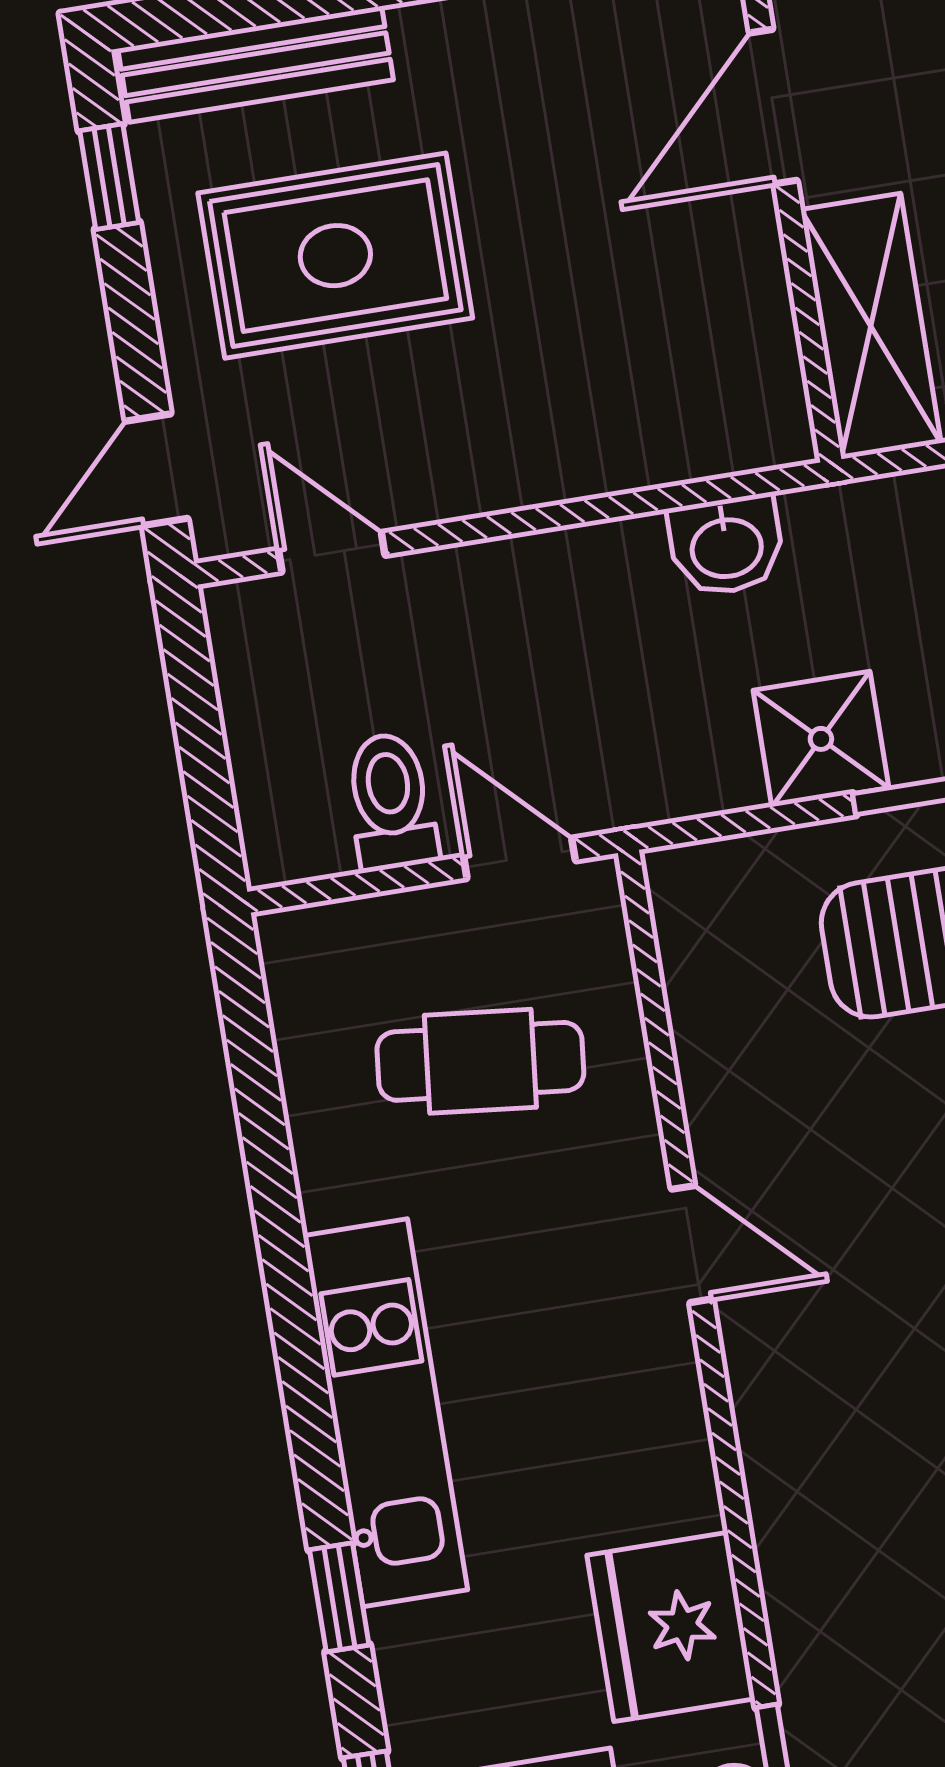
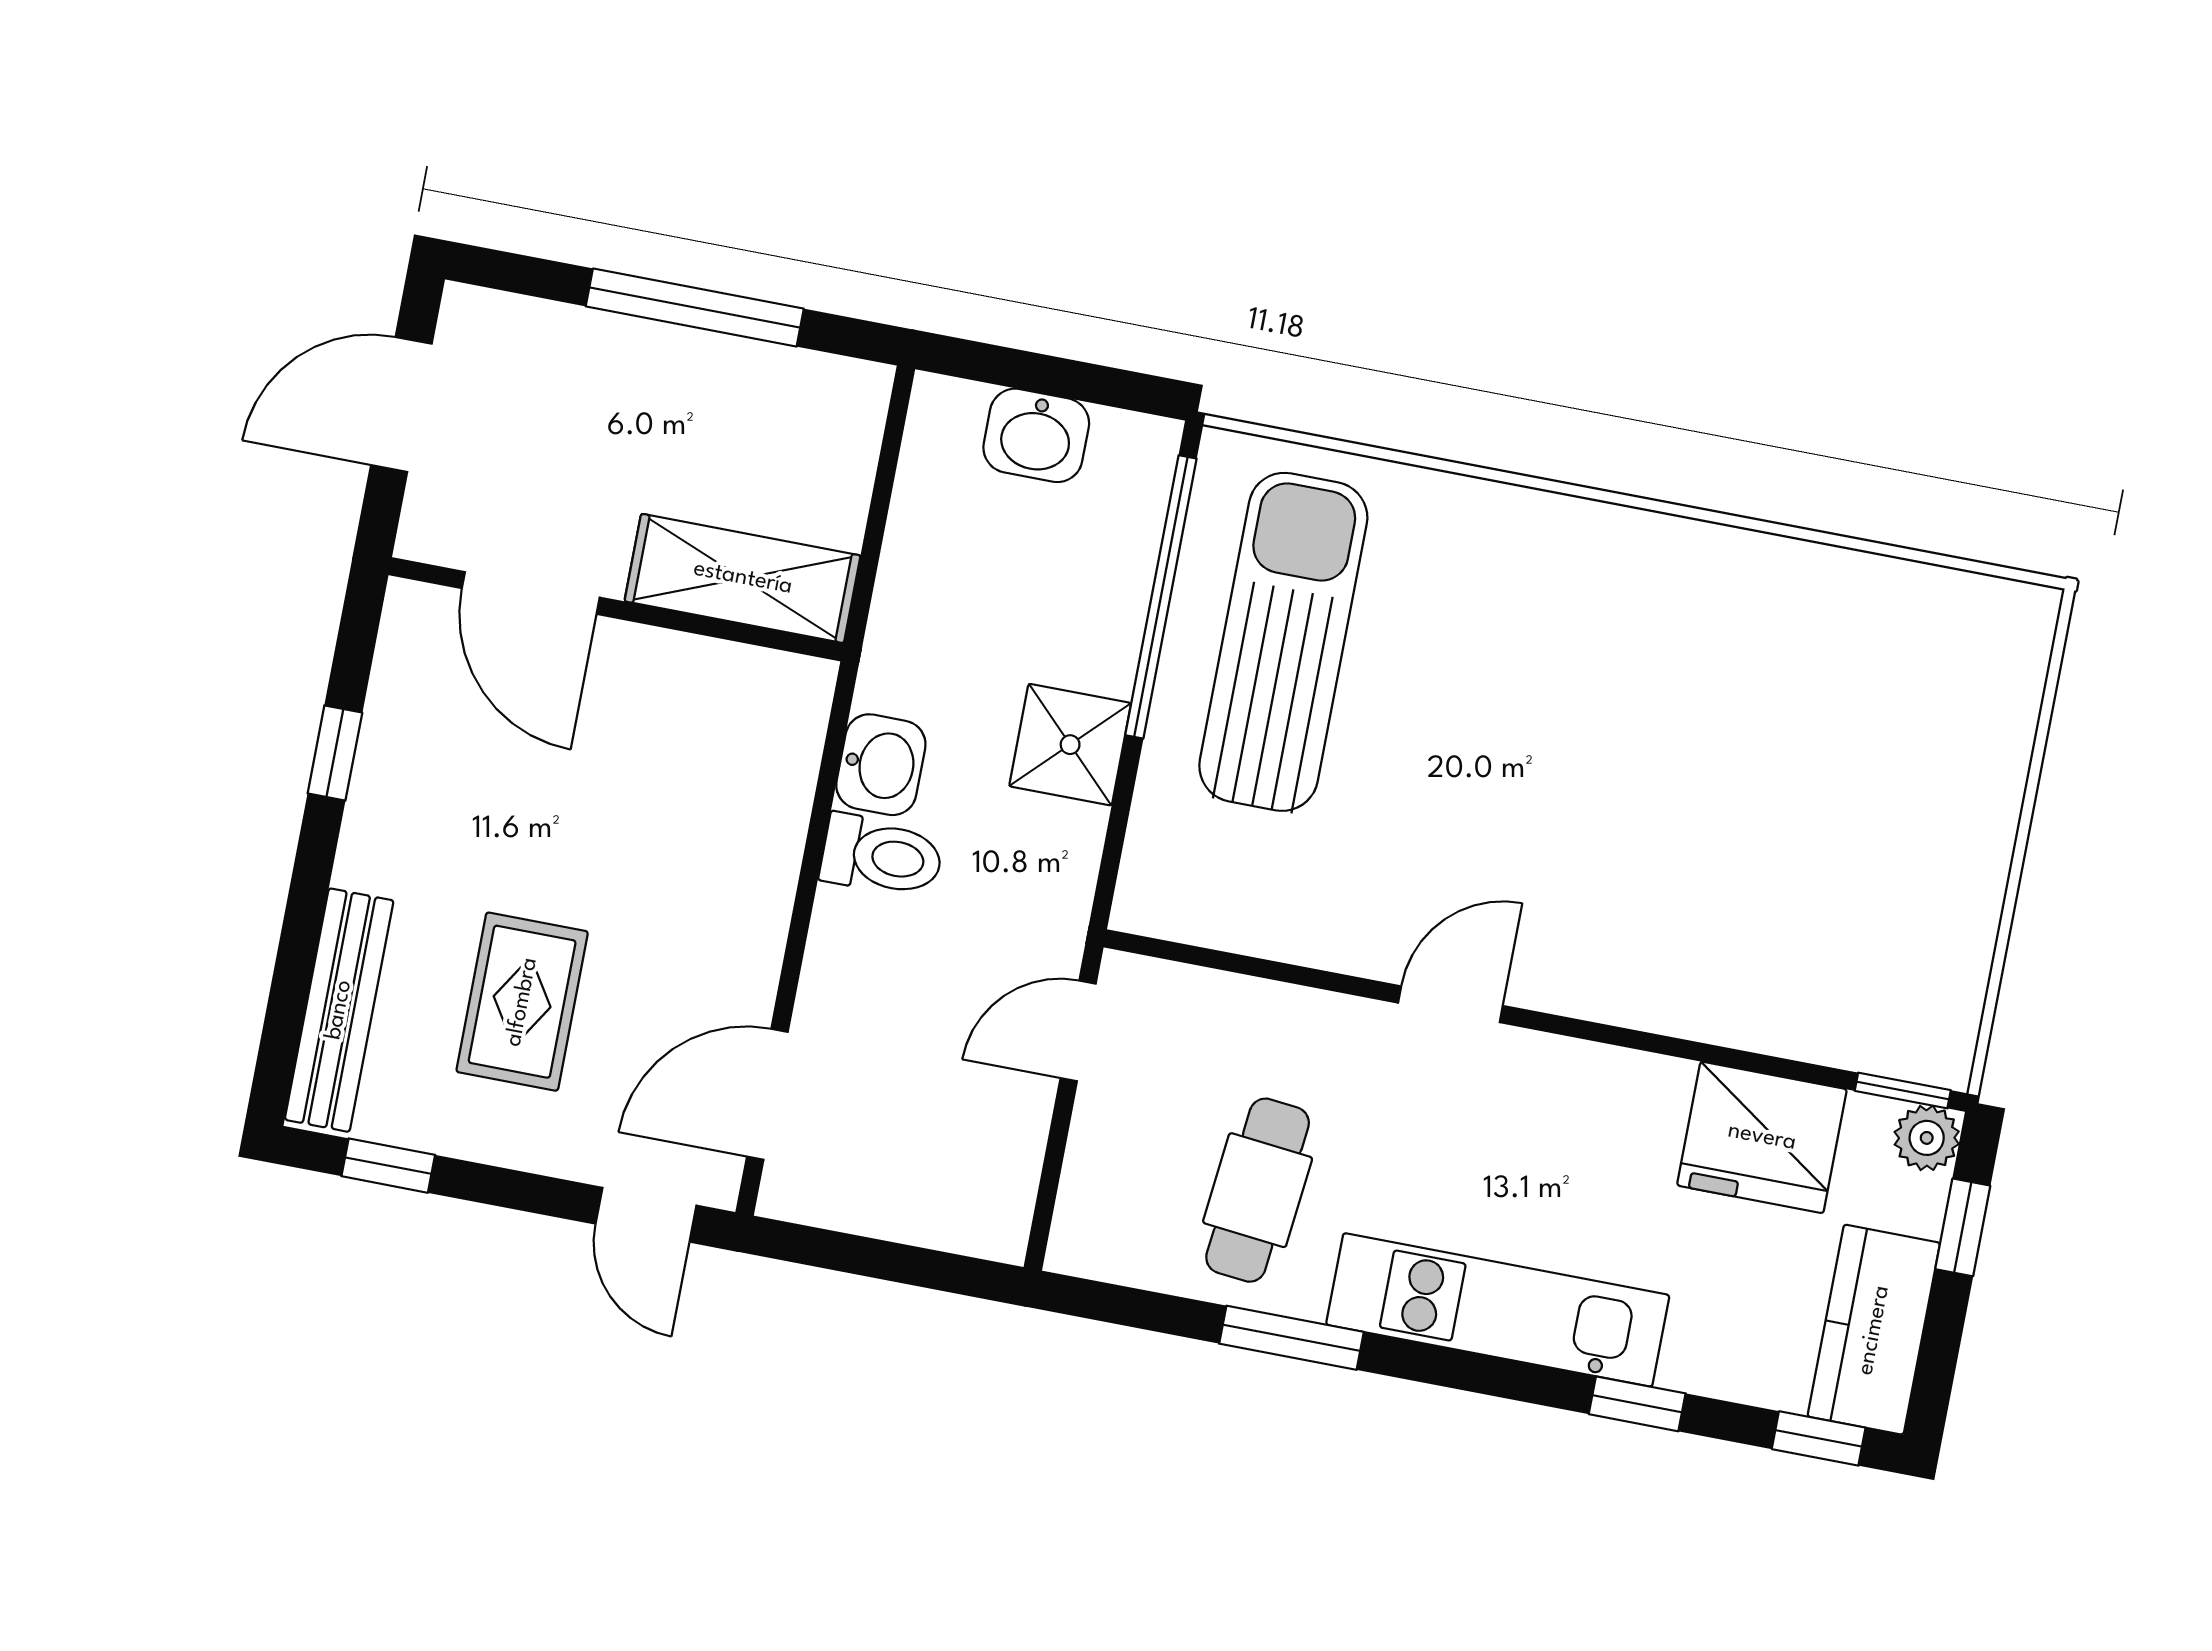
rug: (335, 256) -> (522, 1002), width x0.73, depth x0.70
door: (332, 552) -> (767, 1094), width x1.37
toilet: (391, 802) -> (882, 856), moved, turned 180
cafe table: (480, 1061) -> (1258, 1190), moved
window: (276, 1204) -> (1291, 1338), added

